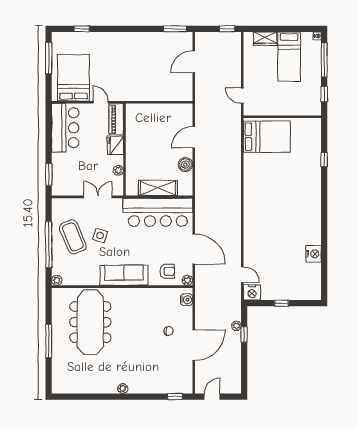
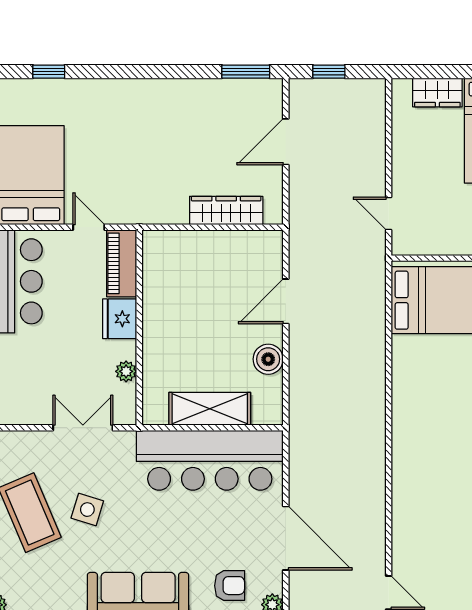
window: (227, 29) -> (329, 72), moved
wardrobe: (166, 94) -> (226, 210), added

